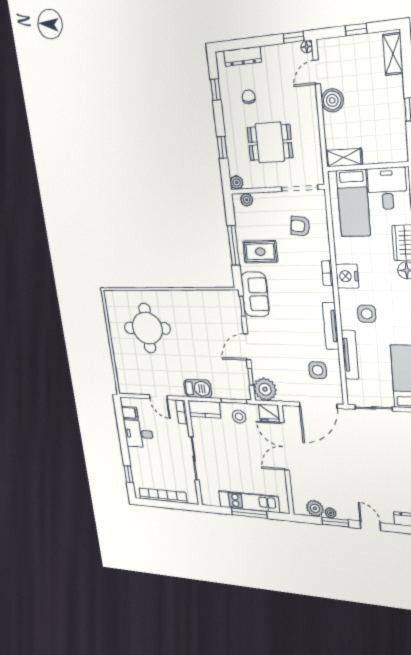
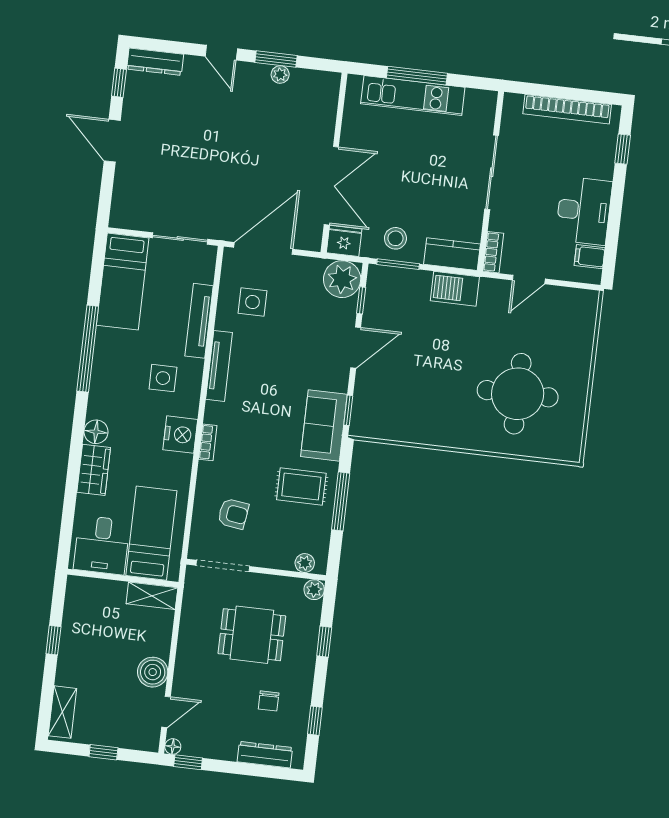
door: (158, 397) -> (529, 280), swing flipped
desk: (139, 434) -> (584, 211), width x1.37
plant: (315, 508) -> (304, 82), removed

